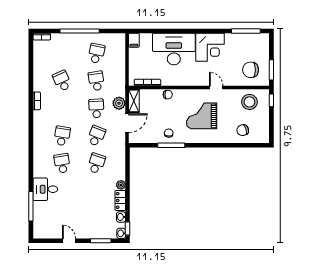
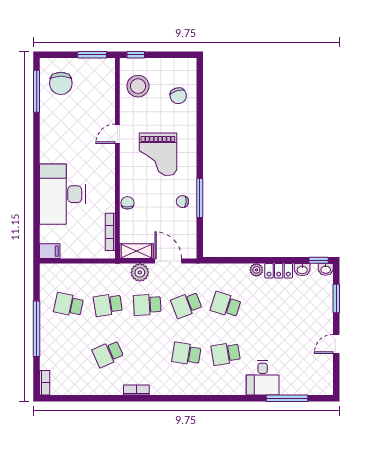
corner desk: (210, 47) -> (60, 142), removed
chair: (251, 70) -> (61, 83), moved
school desk: (96, 136) -> (186, 305), turned -42

